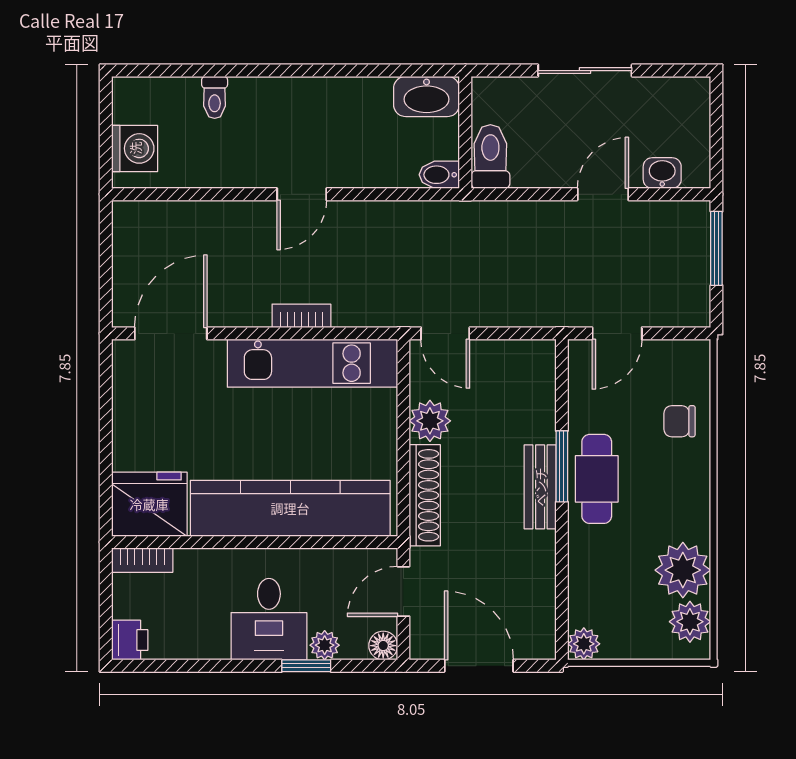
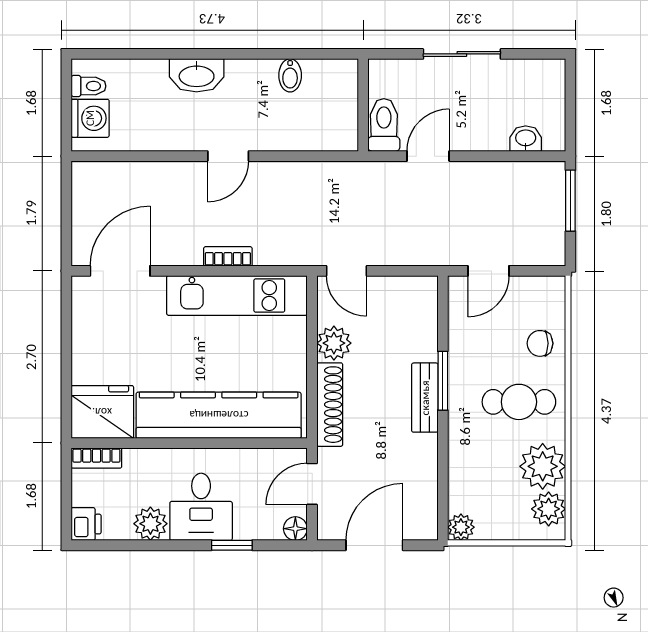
washbasin: (427, 96) -> (197, 75), moved
toilet: (215, 97) -> (89, 86), moved, turned -90
bidet: (439, 175) -> (290, 75), moved, turned -90
door: (603, 194) -> (428, 156), moved
cafe table: (597, 479) -> (519, 402), moved, turned 90
plant: (325, 645) -> (150, 524), moved, width x1.38, depth x1.38
door: (479, 666) -> (374, 545), hinge flipped

